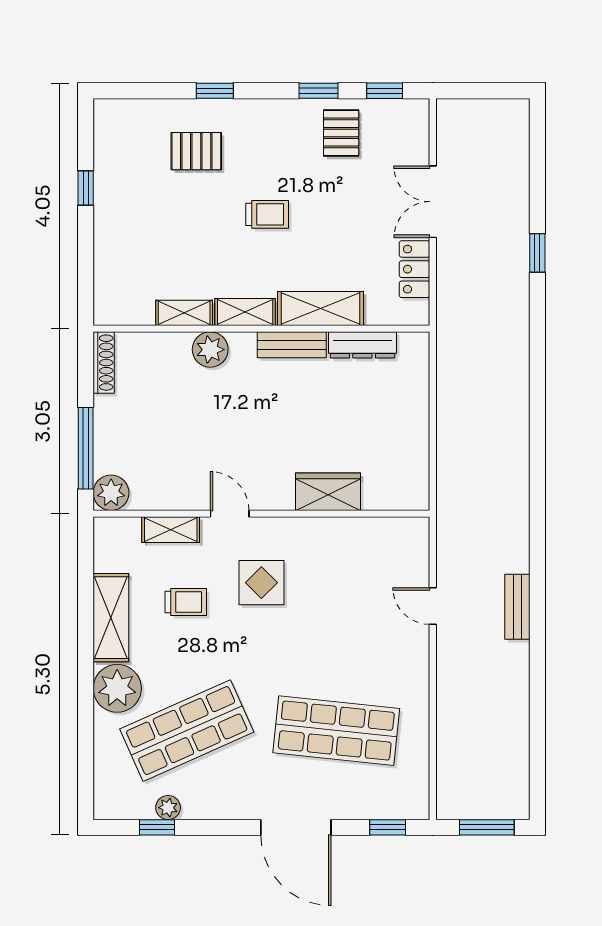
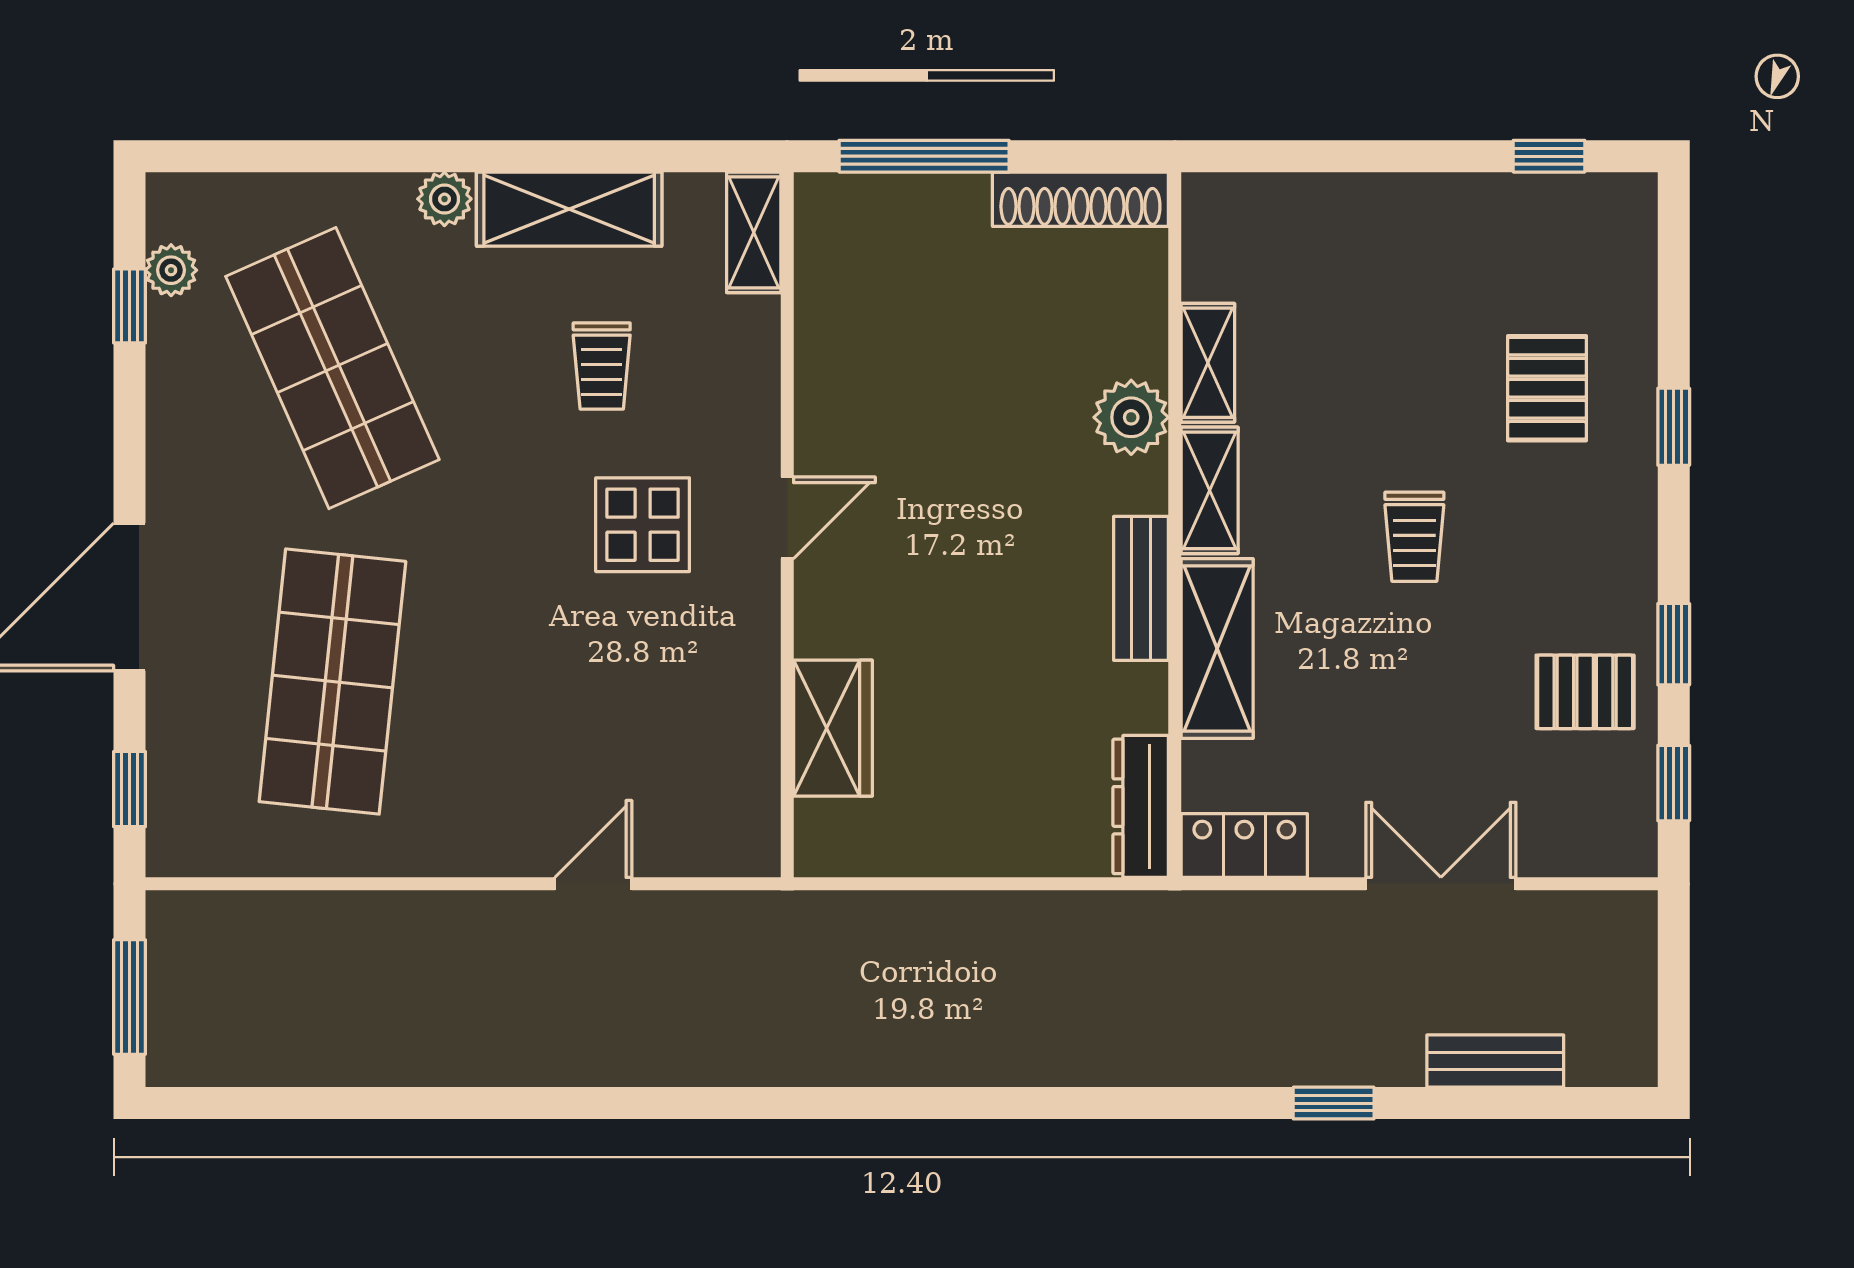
window: (86, 188) -> (1549, 156), moved
locker: (415, 269) -> (1244, 846), moved
dresser: (362, 345) -> (1141, 806), moved
shoe rack: (104, 363) -> (1080, 199), width x1.36, depth x1.24
wardrobe: (328, 492) -> (833, 728), moved
plant: (111, 493) -> (831, 209), removed
door: (230, 514) -> (787, 518), moved
shelving: (171, 530) -> (754, 232), moved
bench: (517, 607) -> (1495, 1061), moved
plant: (117, 688) -> (444, 199), width x0.53, depth x0.53
plant: (168, 808) -> (171, 270), moved

